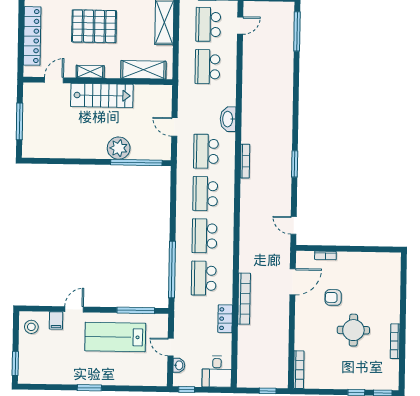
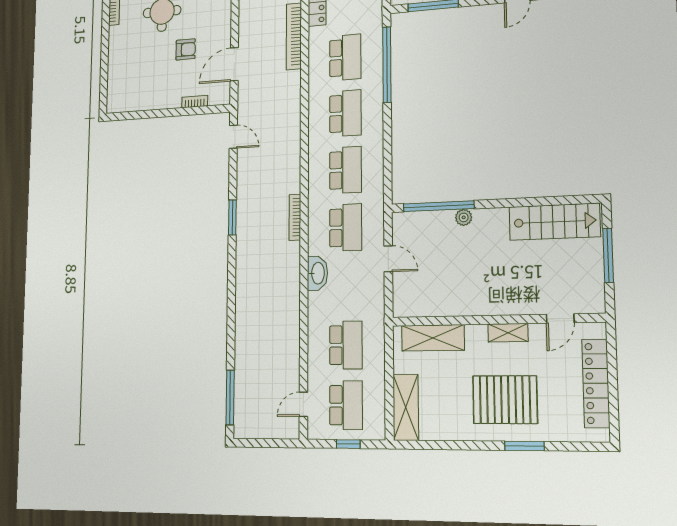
stairs: (102, 95) -> (554, 222), moved, turned 180
plant: (119, 148) -> (464, 217), width x0.53, depth x0.53

